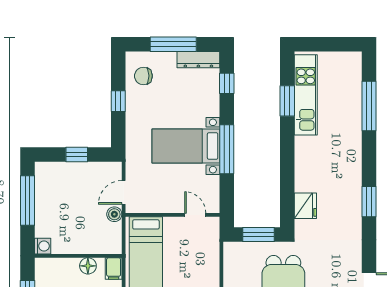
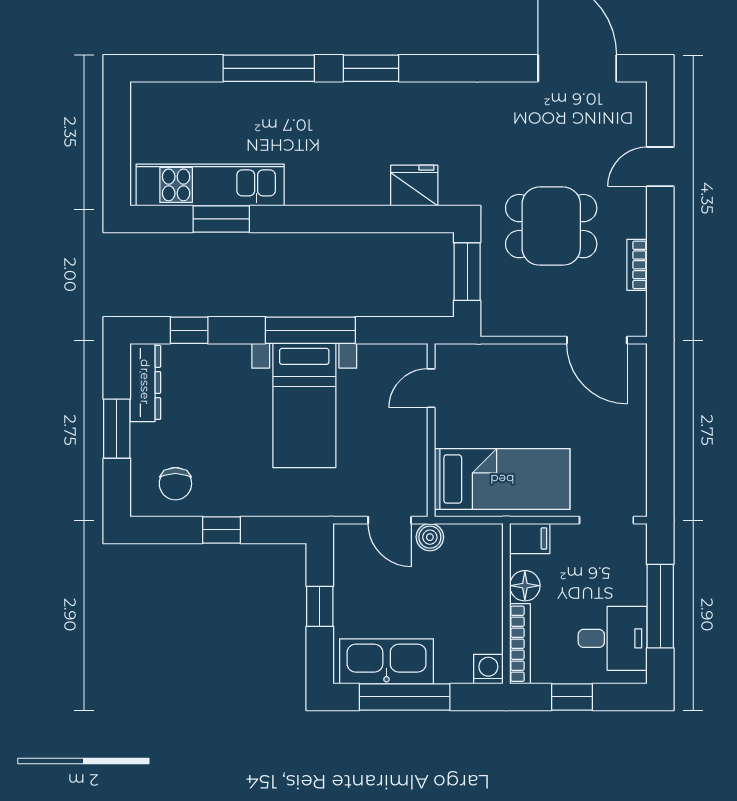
window: (173, 44) -> (117, 429), width x0.69
window: (369, 106) -> (269, 68), moved
kitchen sink: (47, 191) -> (387, 661), added
window: (369, 202) -> (371, 68), moved
bookcase: (56, 263) -> (520, 644), added

